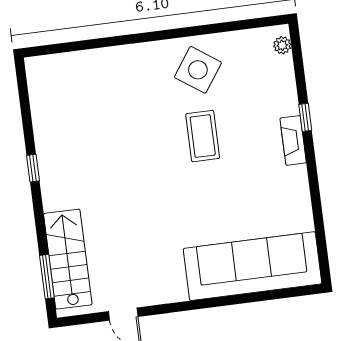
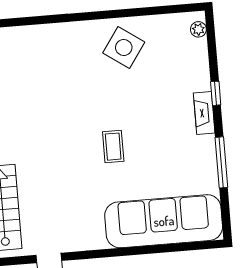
coffee table: (203, 136) -> (113, 147), moved, width x0.73, depth x0.77
window: (315, 196) -> (221, 162), added

